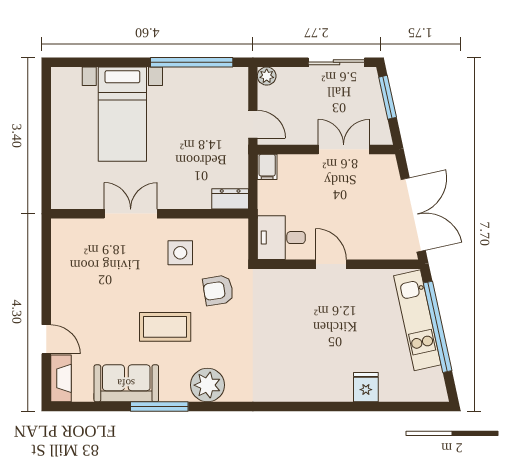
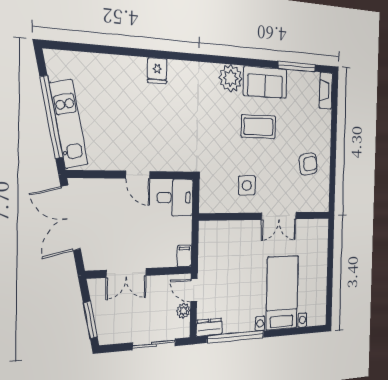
sliding door: (336, 62) -> (154, 344), moved
plant: (267, 76) -> (184, 311), moved
dresser: (230, 199) -> (209, 327), moved, turned 180
armchair: (218, 290) -> (308, 164), moved
door: (46, 339) -> (334, 121), removed
sofa: (126, 383) -> (265, 82), moved
fridge: (366, 387) -> (157, 71), moved
window: (159, 407) -> (297, 66), moved

